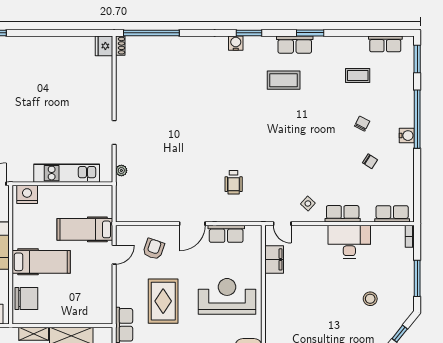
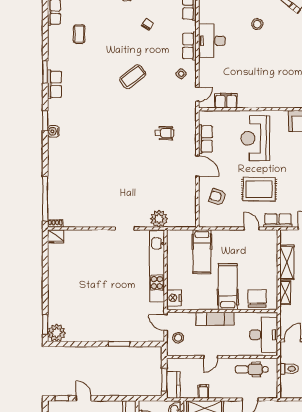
coffee table: (284, 80) -> (133, 77), moved, turned 52
chair: (362, 124) -> (118, 31), removed
plant: (121, 170) -> (159, 219), width x1.88, depth x1.88
kitchen unit: (67, 173) -> (157, 266), width x1.36
door: (114, 255) -> (252, 228), moved

